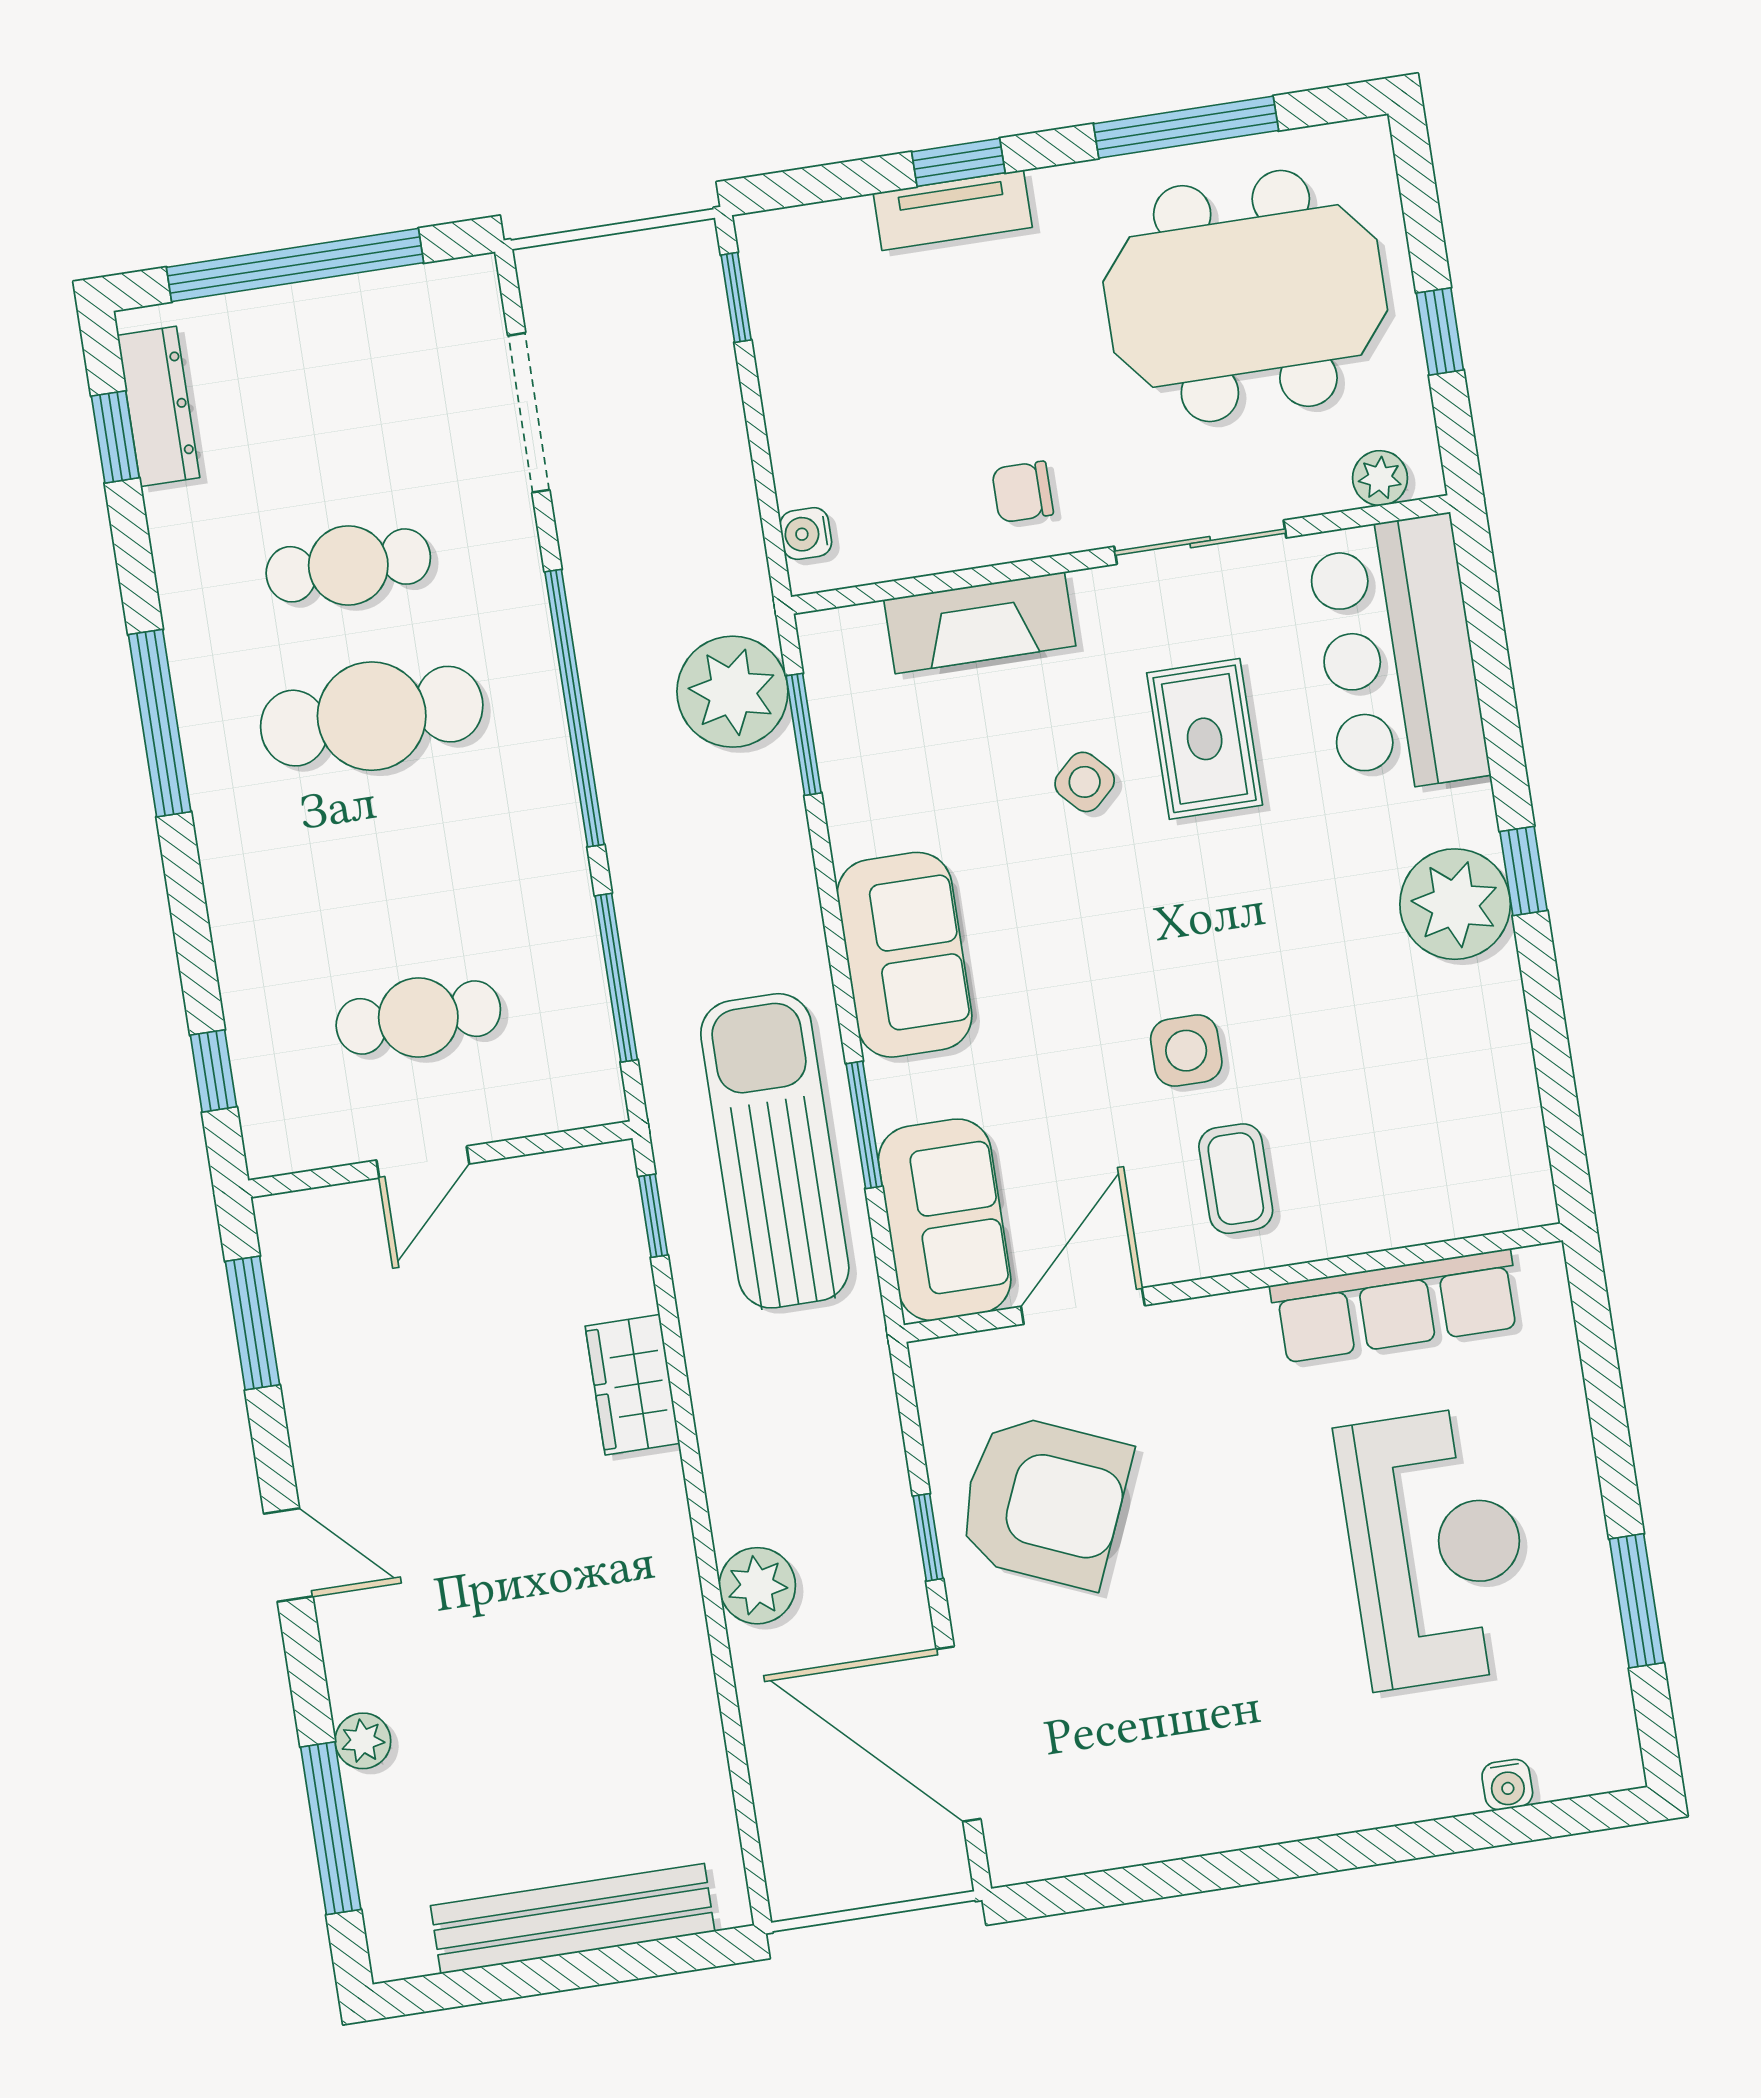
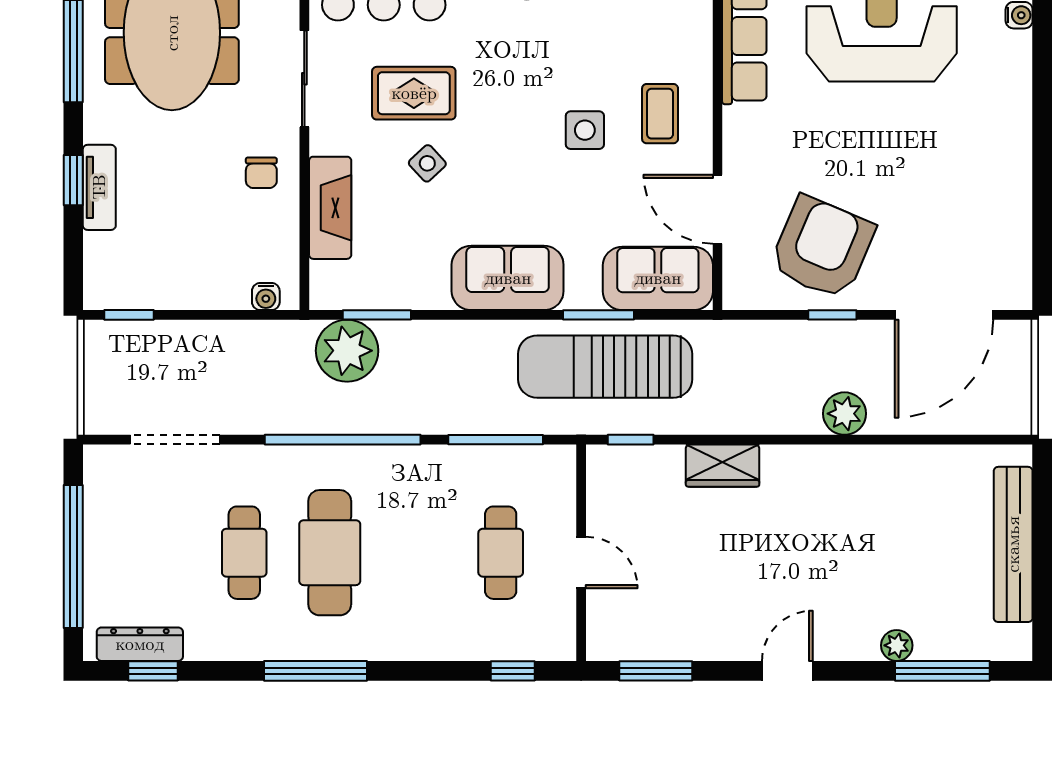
coffee table: (1236, 1179) -> (660, 114), turned 90

